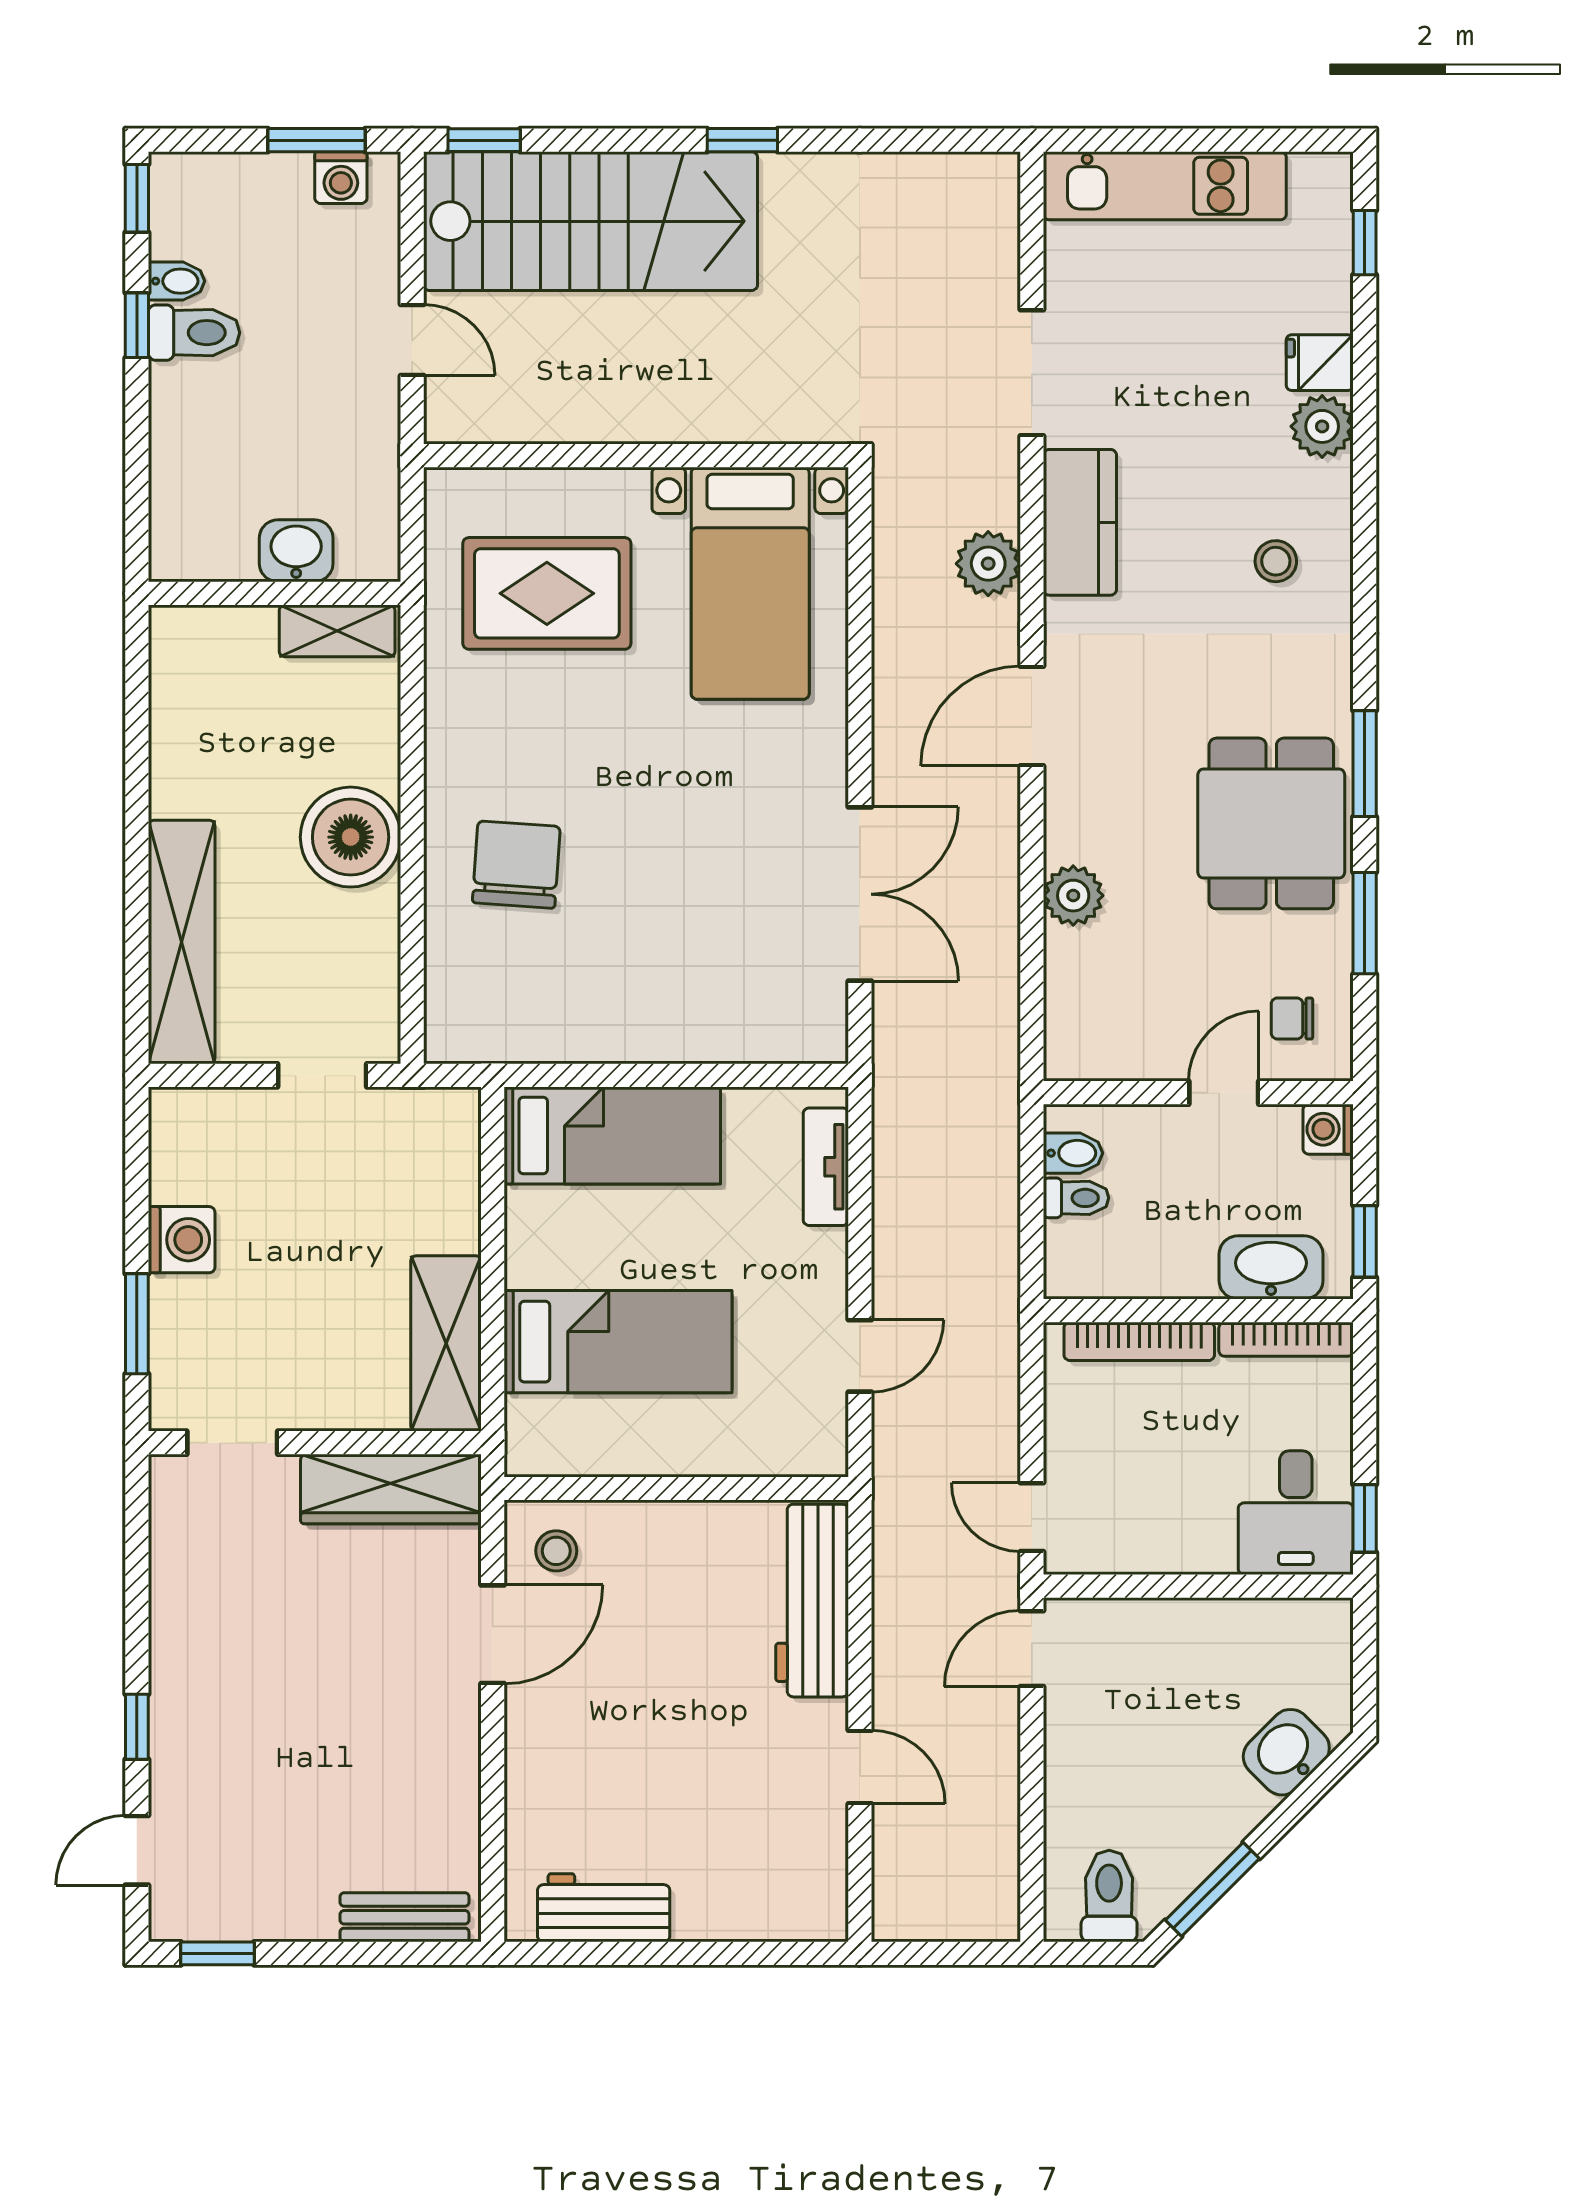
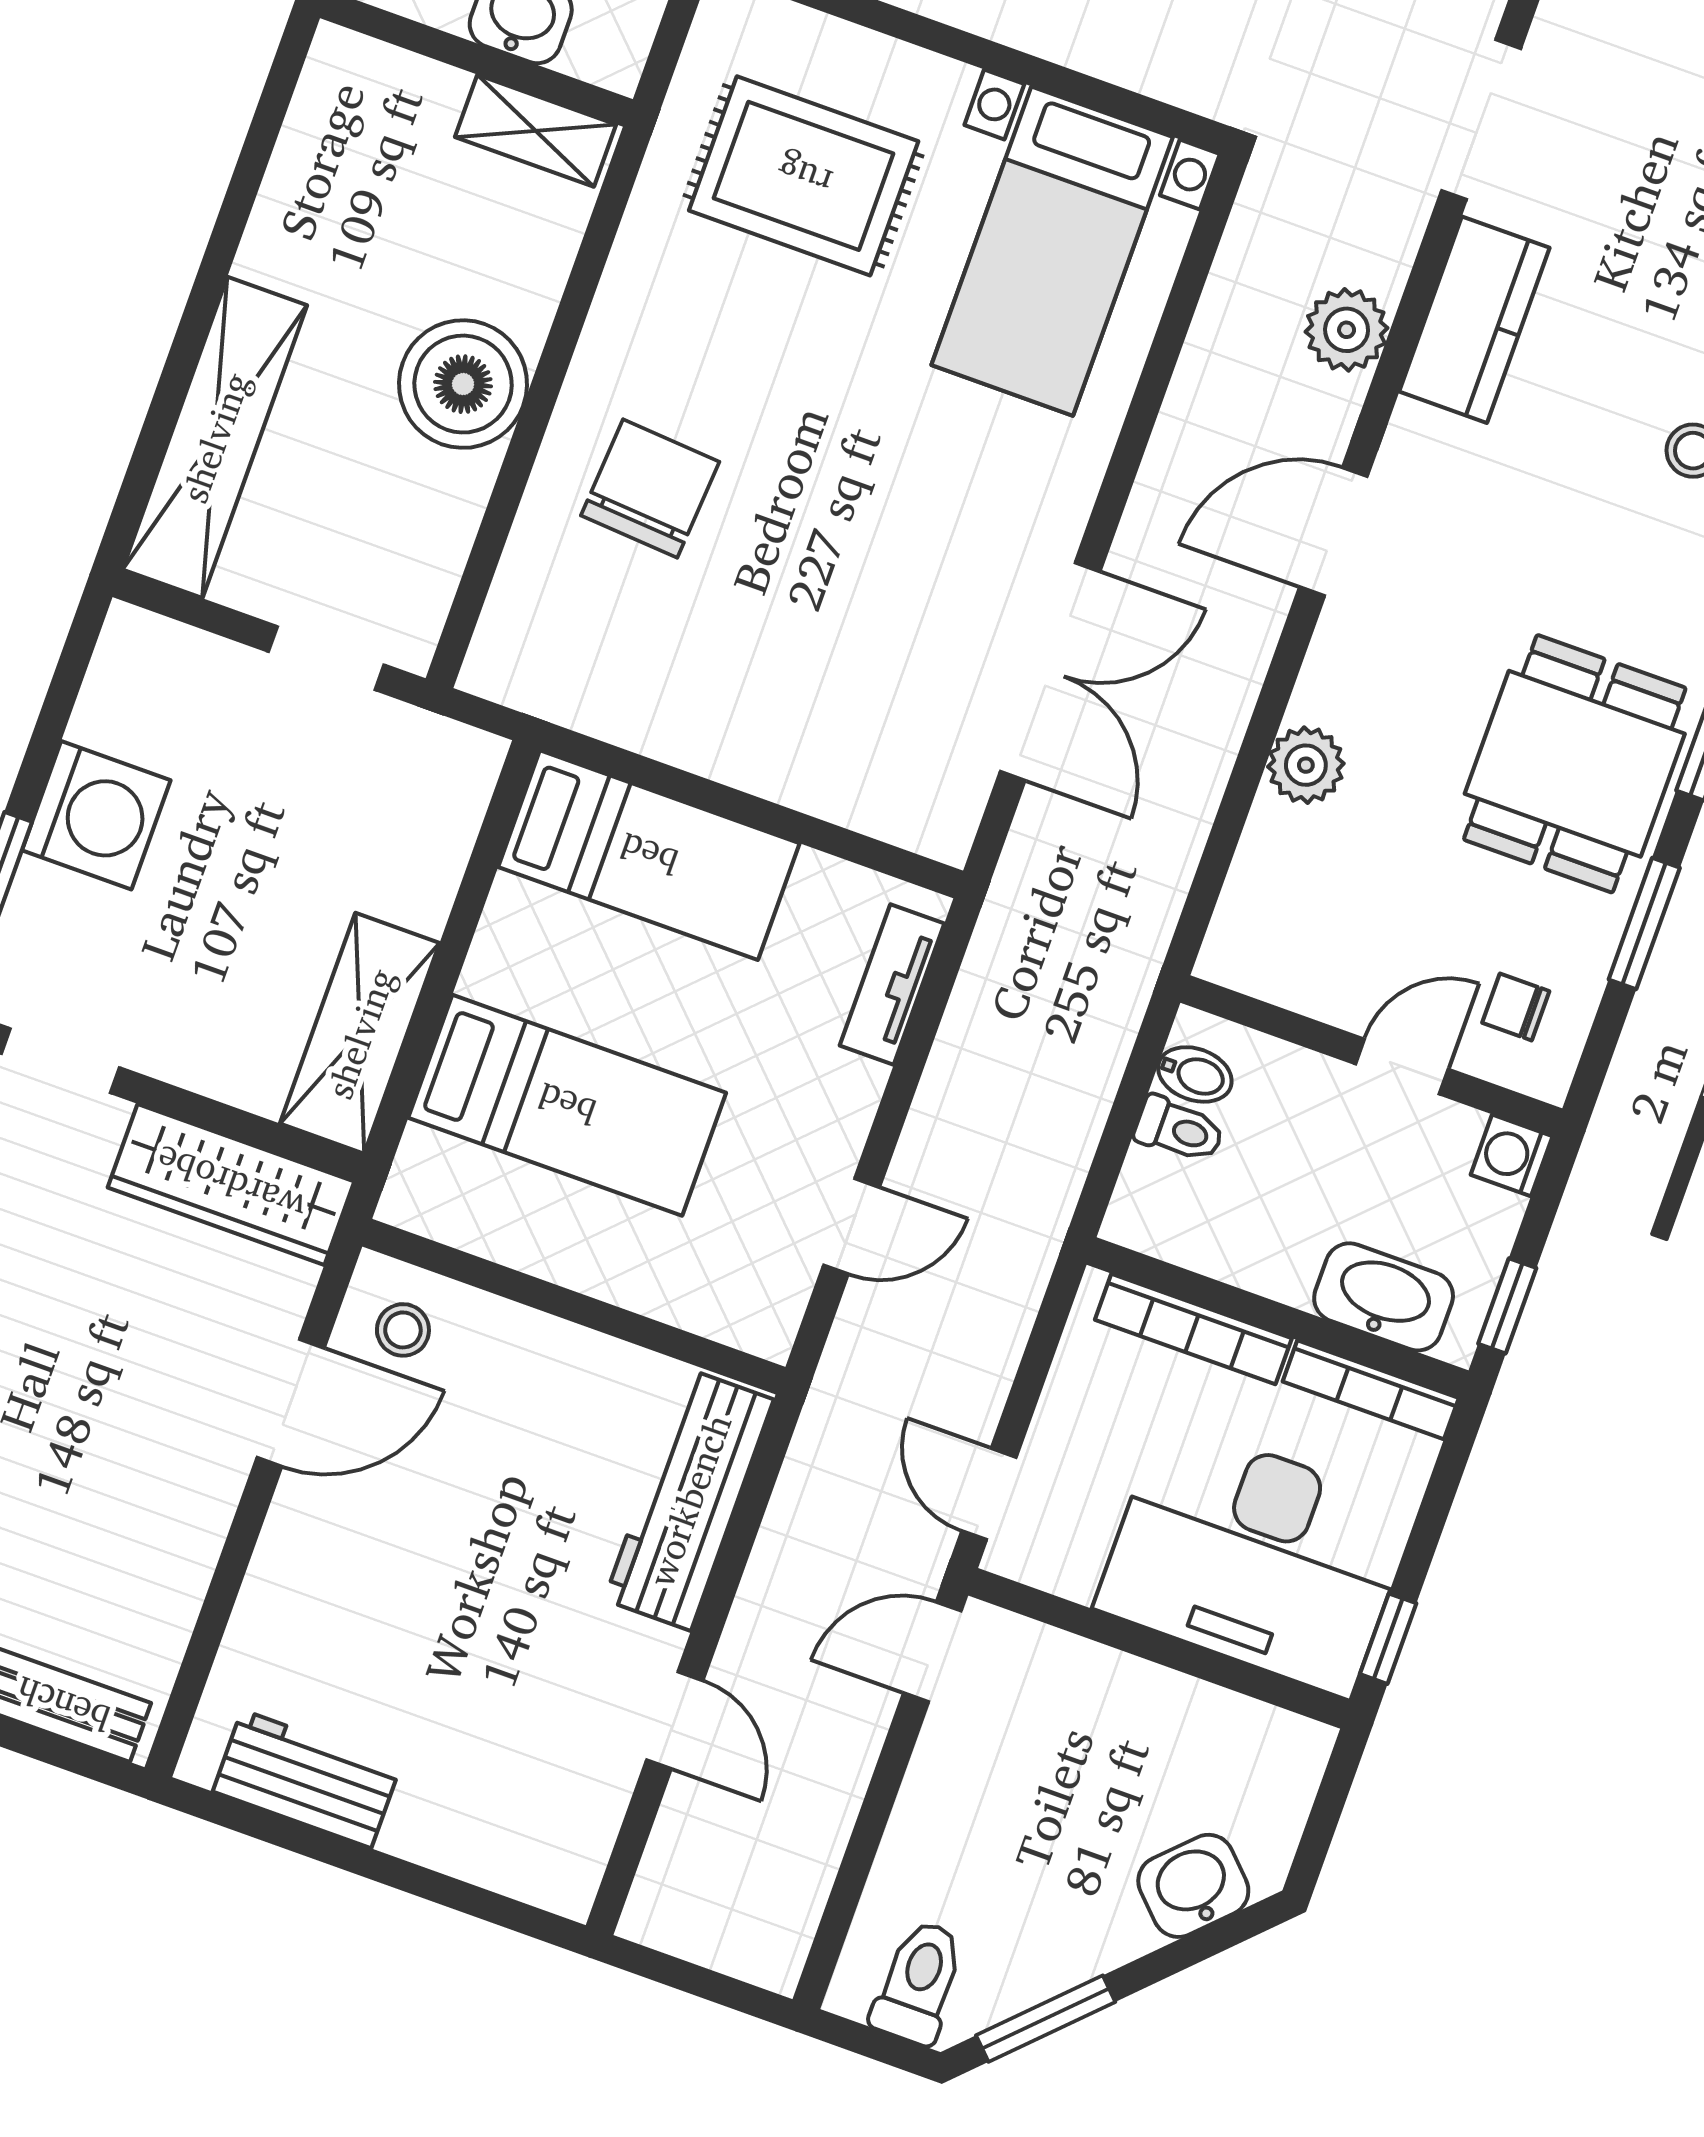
washing machine: (182, 1240) -> (96, 815), width x1.37, depth x1.37
desk: (1296, 1513) -> (1256, 1558), width x1.87, depth x1.30

